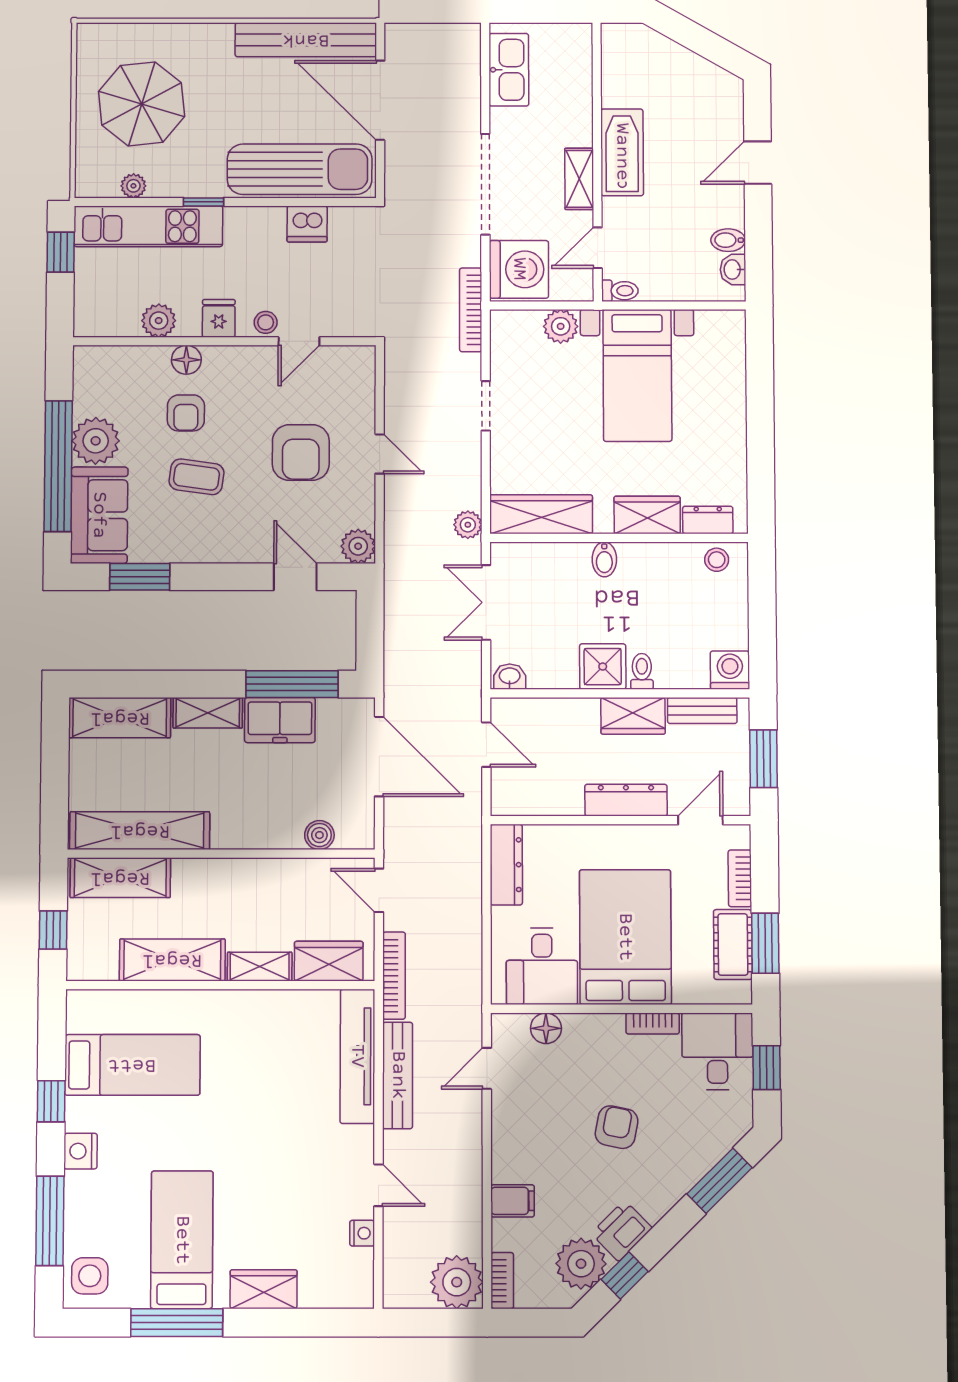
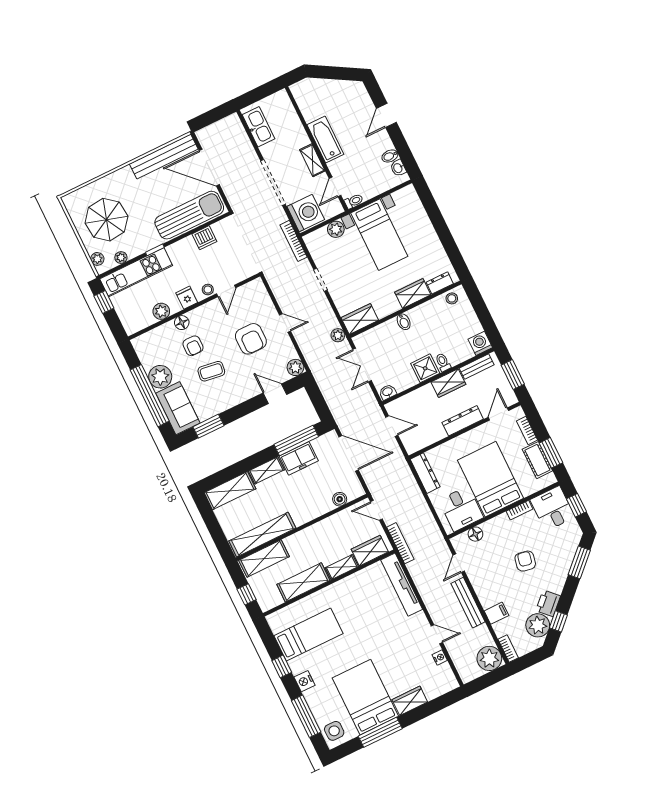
plant: (88, 167) -> (97, 259), added
wardrobe: (541, 514) -> (360, 319), width x0.67
bench: (398, 1075) -> (468, 603), moved
bed: (182, 1240) -> (365, 697), width x1.50

